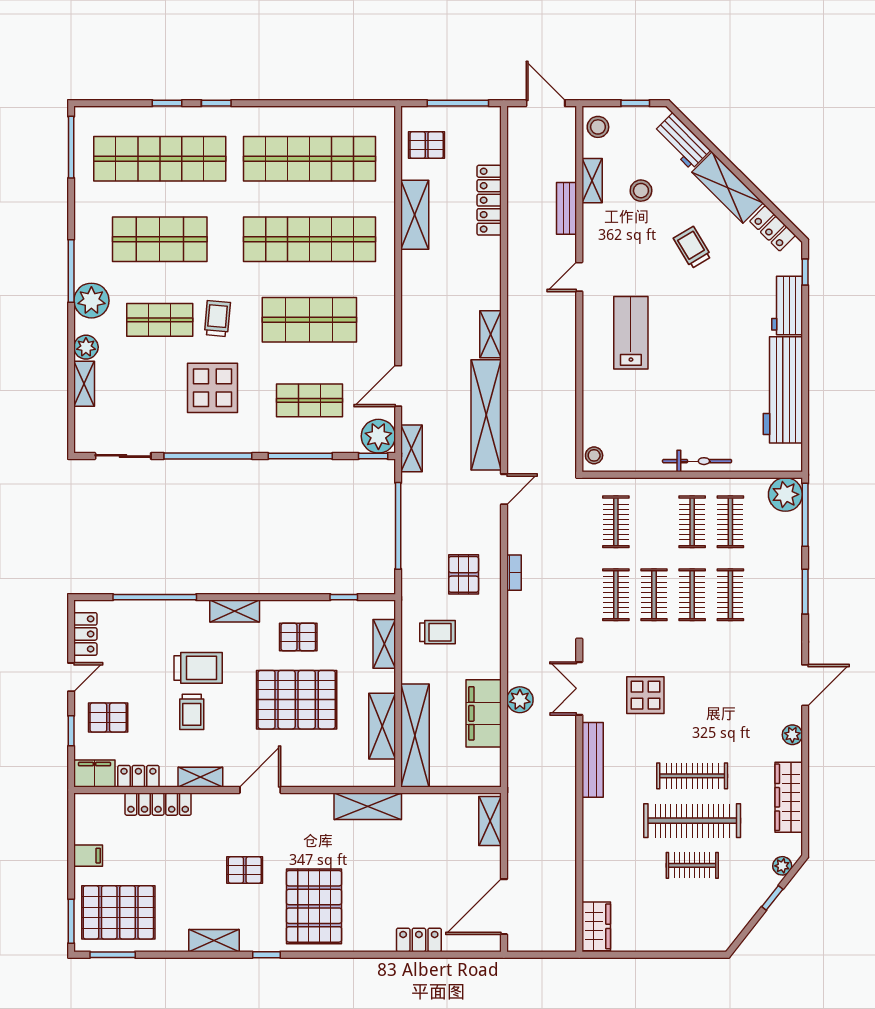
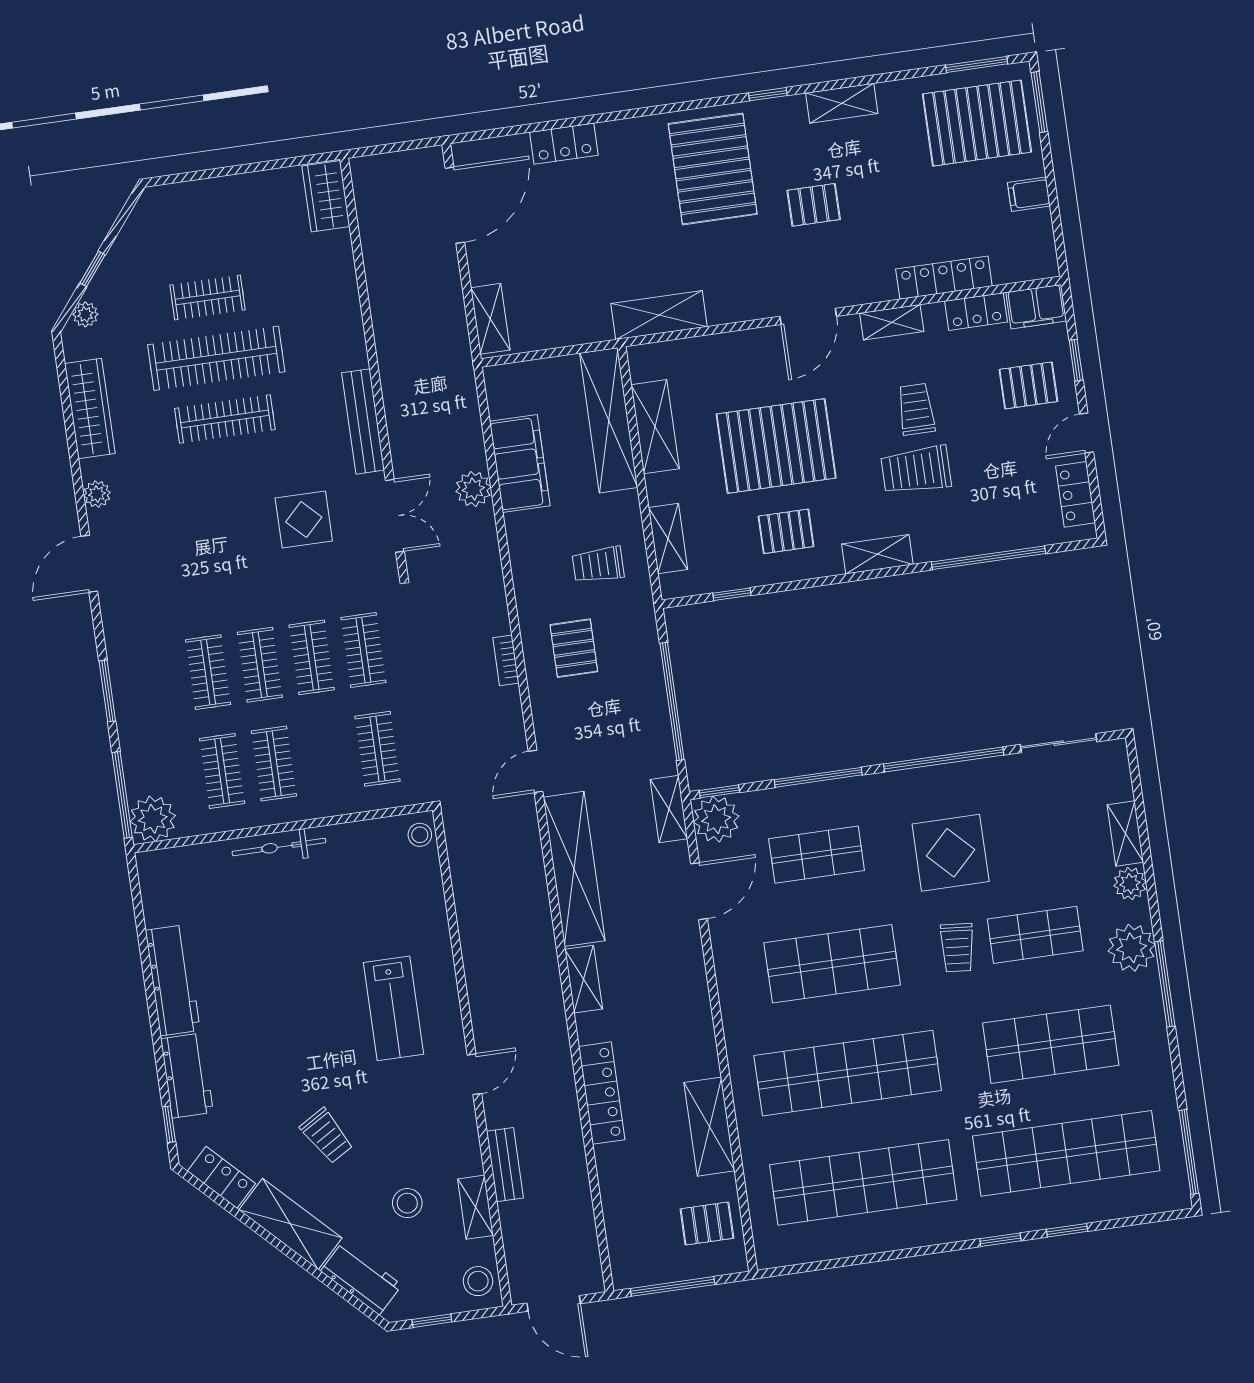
locker: (489, 200) -> (602, 1093), moved
workbench: (783, 390) -> (173, 980), width x0.73, depth x0.76

